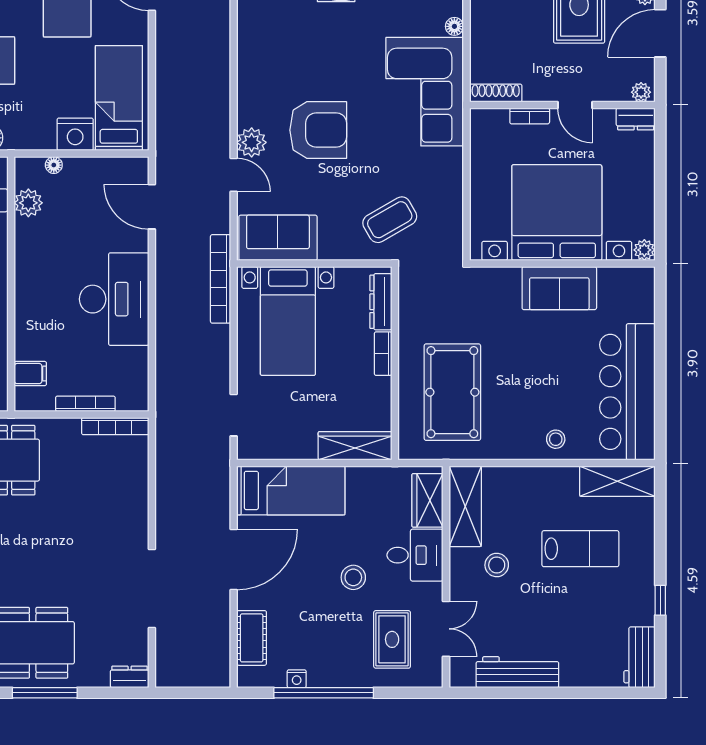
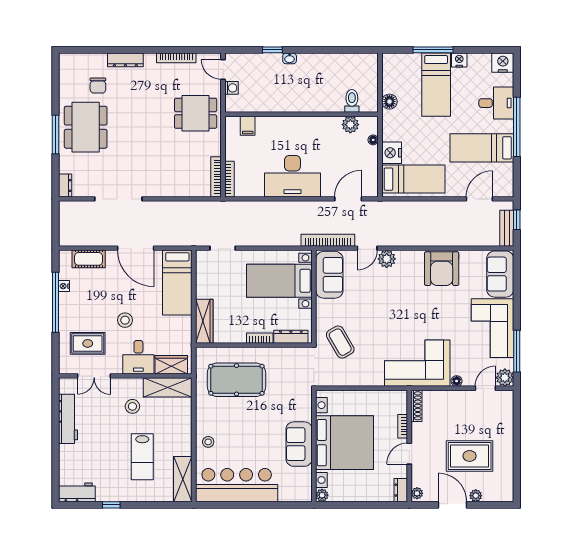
armchair: (318, 130) -> (442, 269), moved
bookcase: (221, 279) -> (328, 240), moved
bookcase: (85, 404) -> (229, 179), moved

